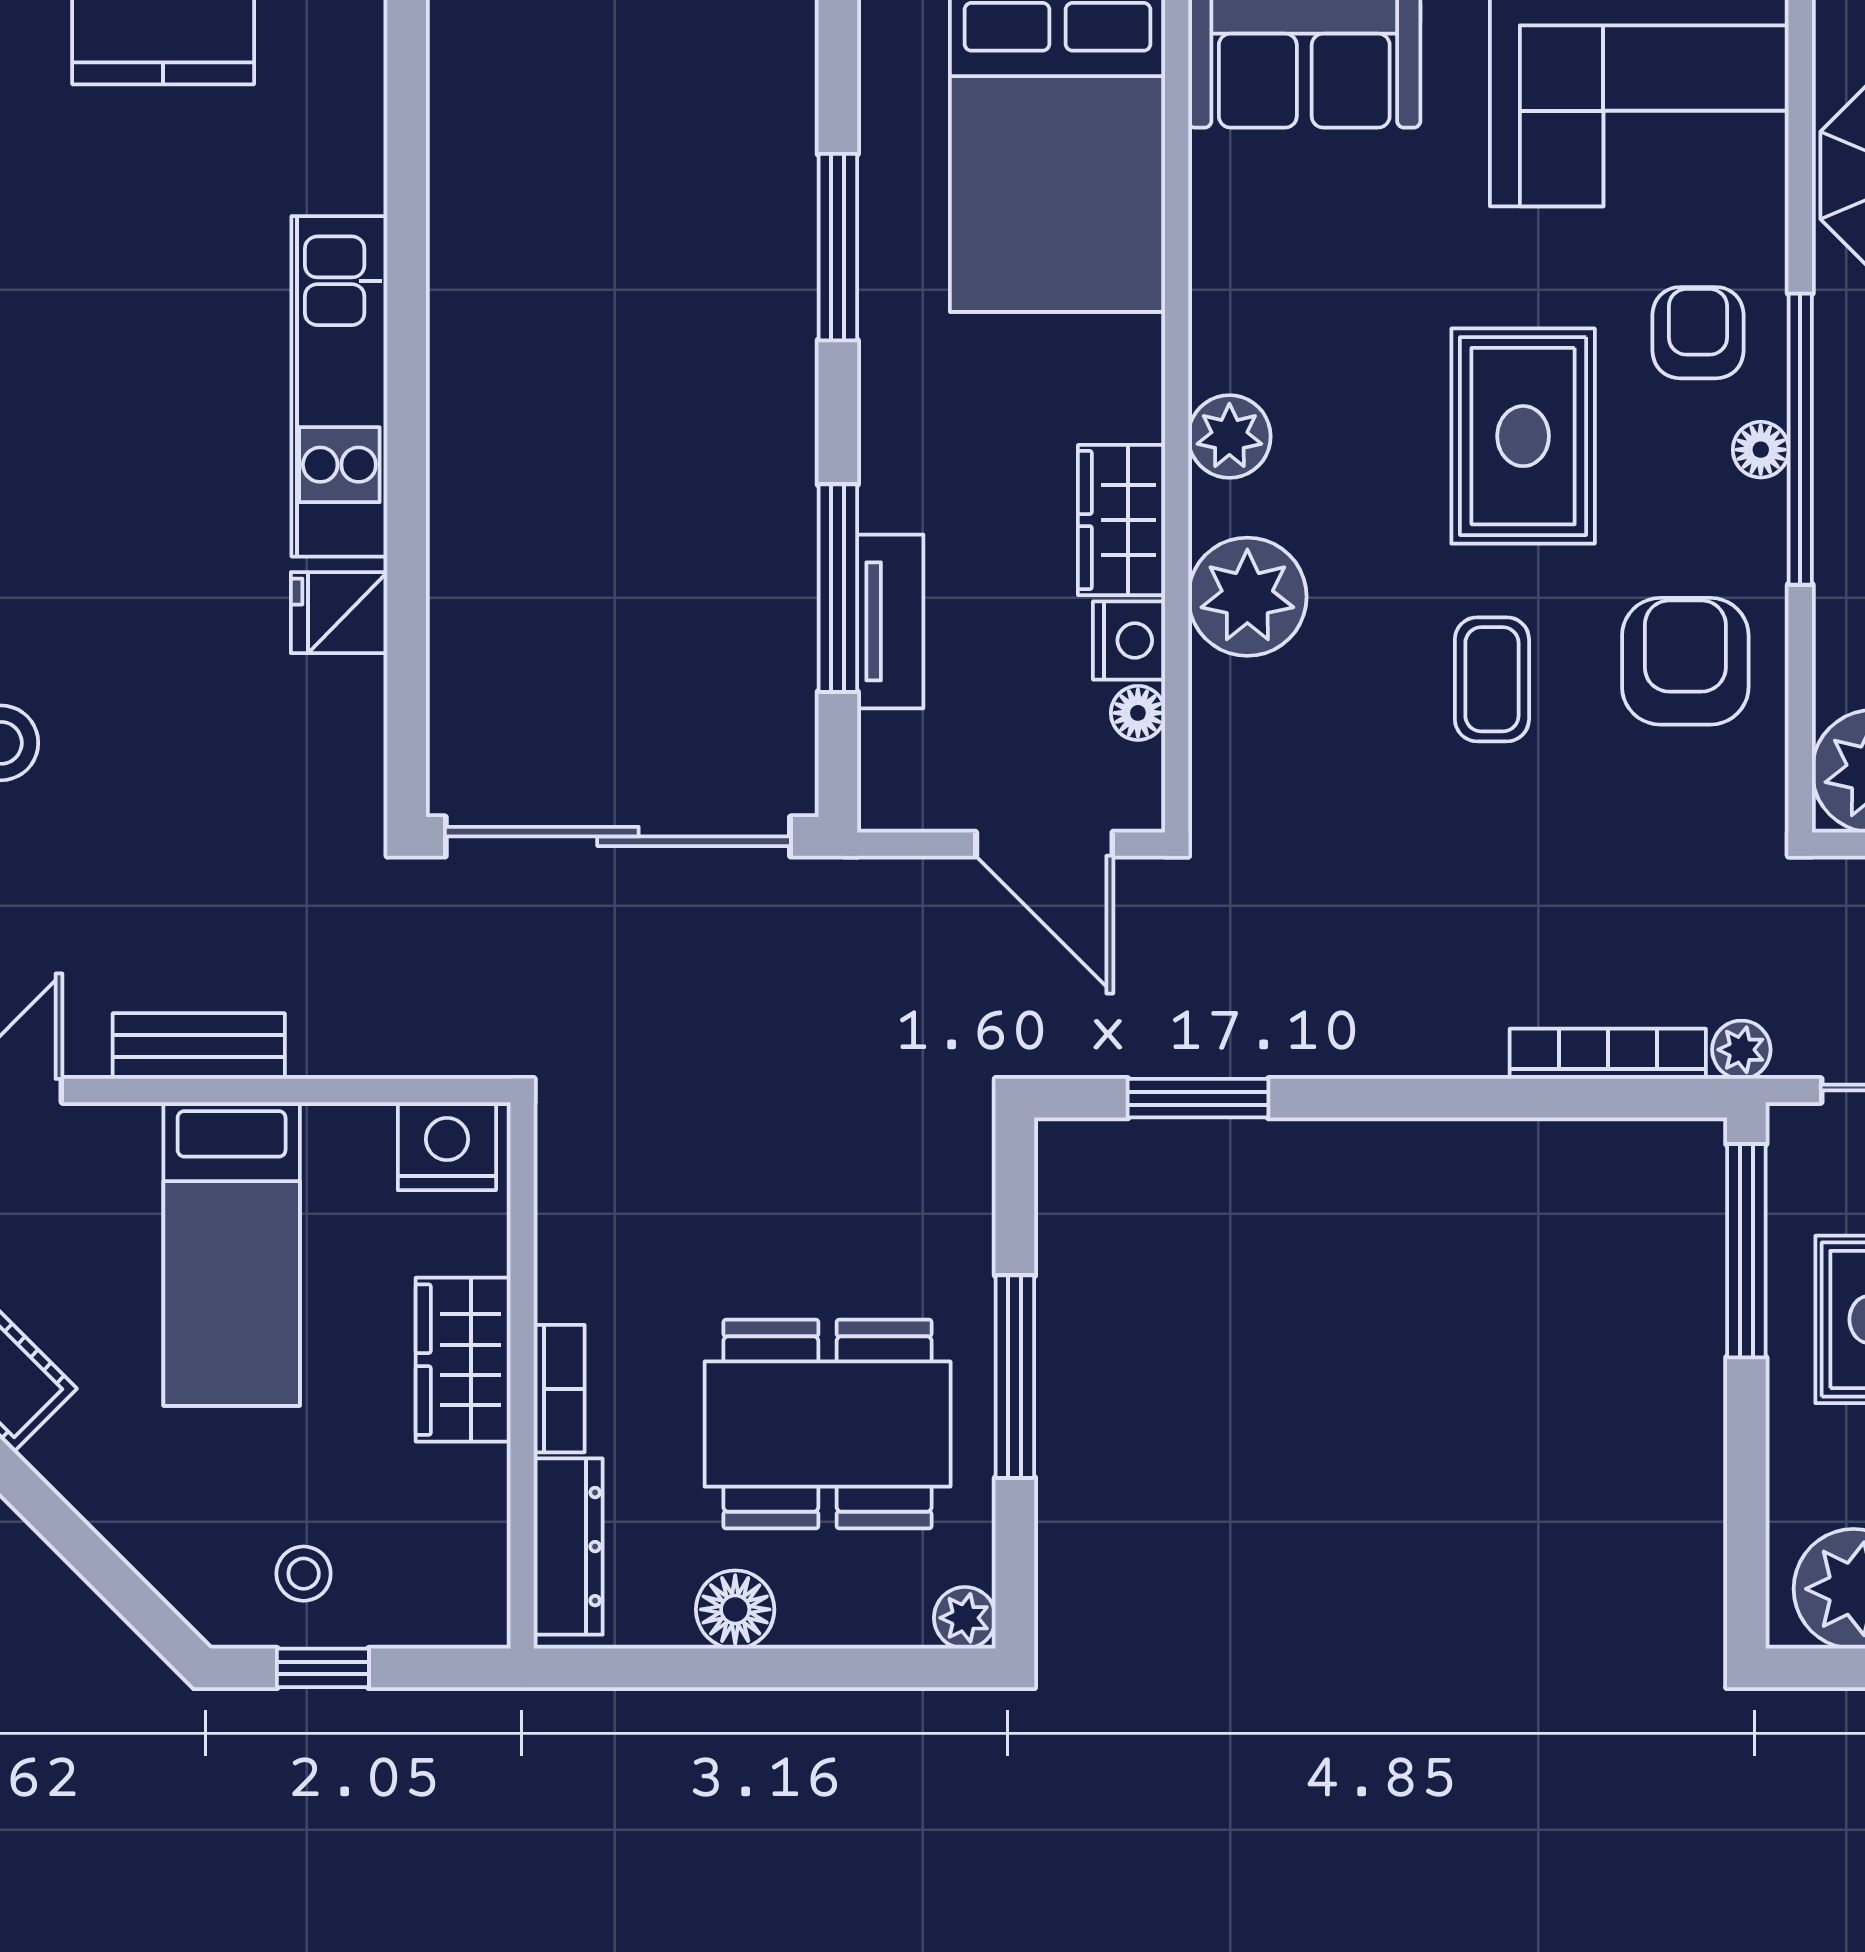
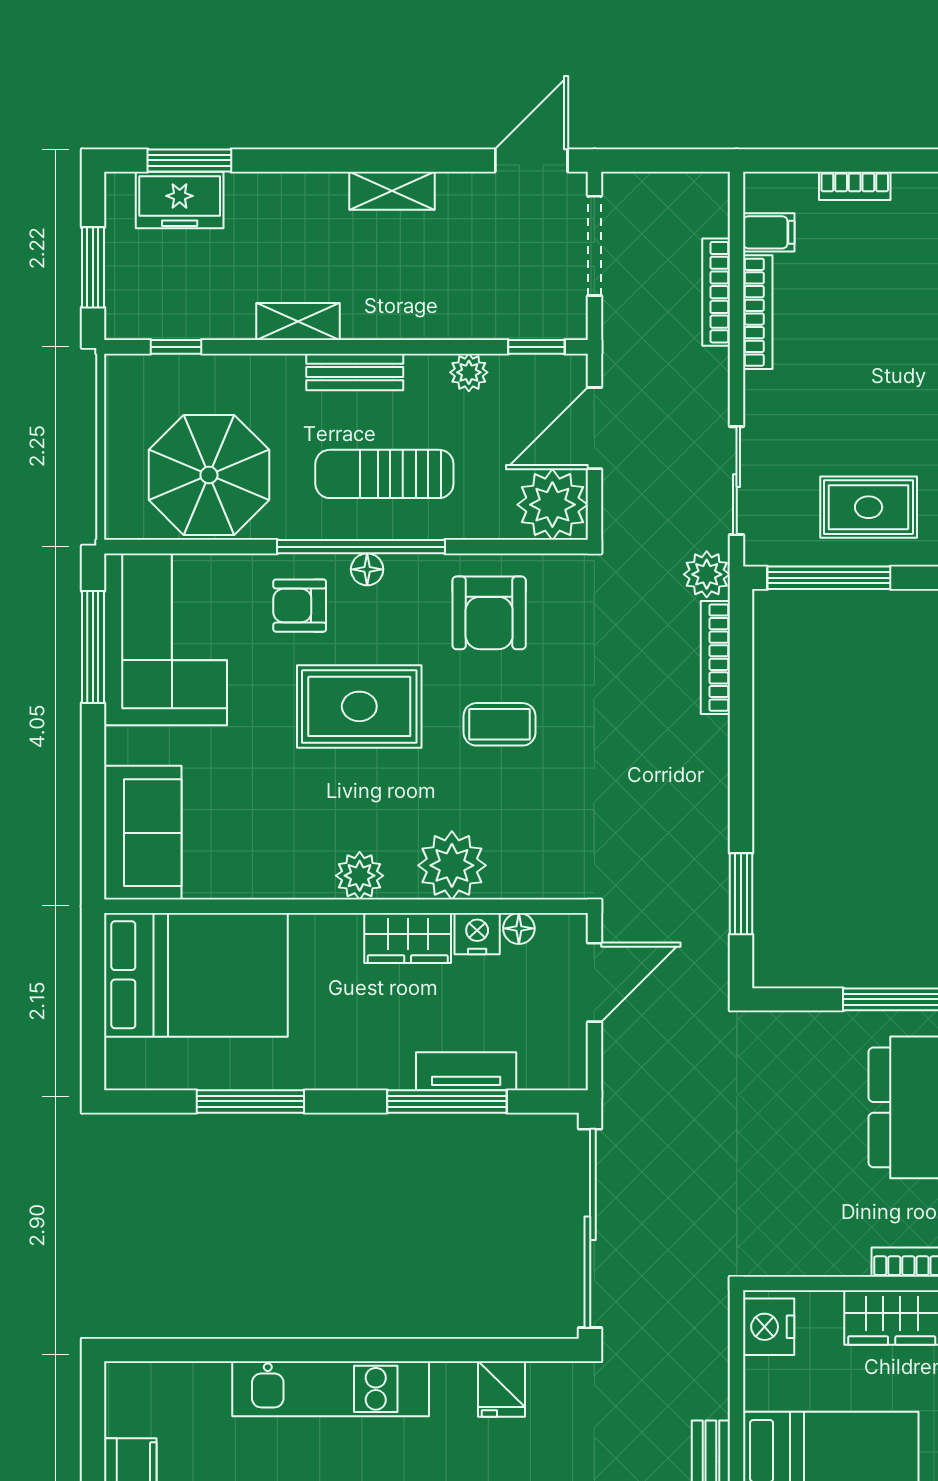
fridge: (339, 613) -> (502, 1389), moved
armchair: (1685, 661) -> (489, 613), turned -90
plant: (1741, 1050) -> (707, 574), width x1.38, depth x1.38

